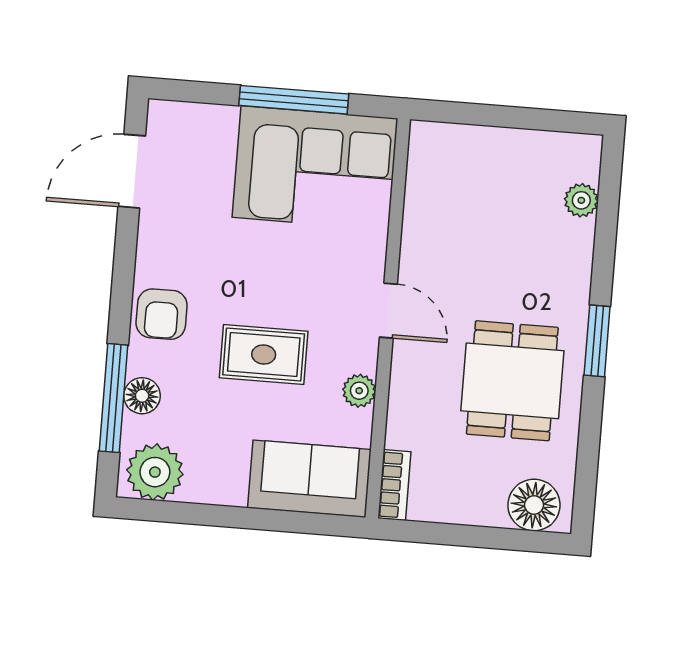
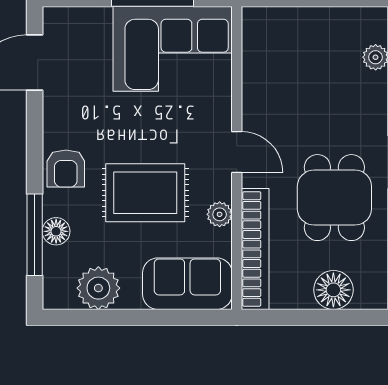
rug: (264, 354) -> (145, 193), width x1.36, depth x1.43
plant: (155, 472) -> (98, 288), moved
bookcase: (394, 485) -> (255, 249), width x2.31, depth x1.31
floor lamp: (534, 505) -> (333, 290), moved

